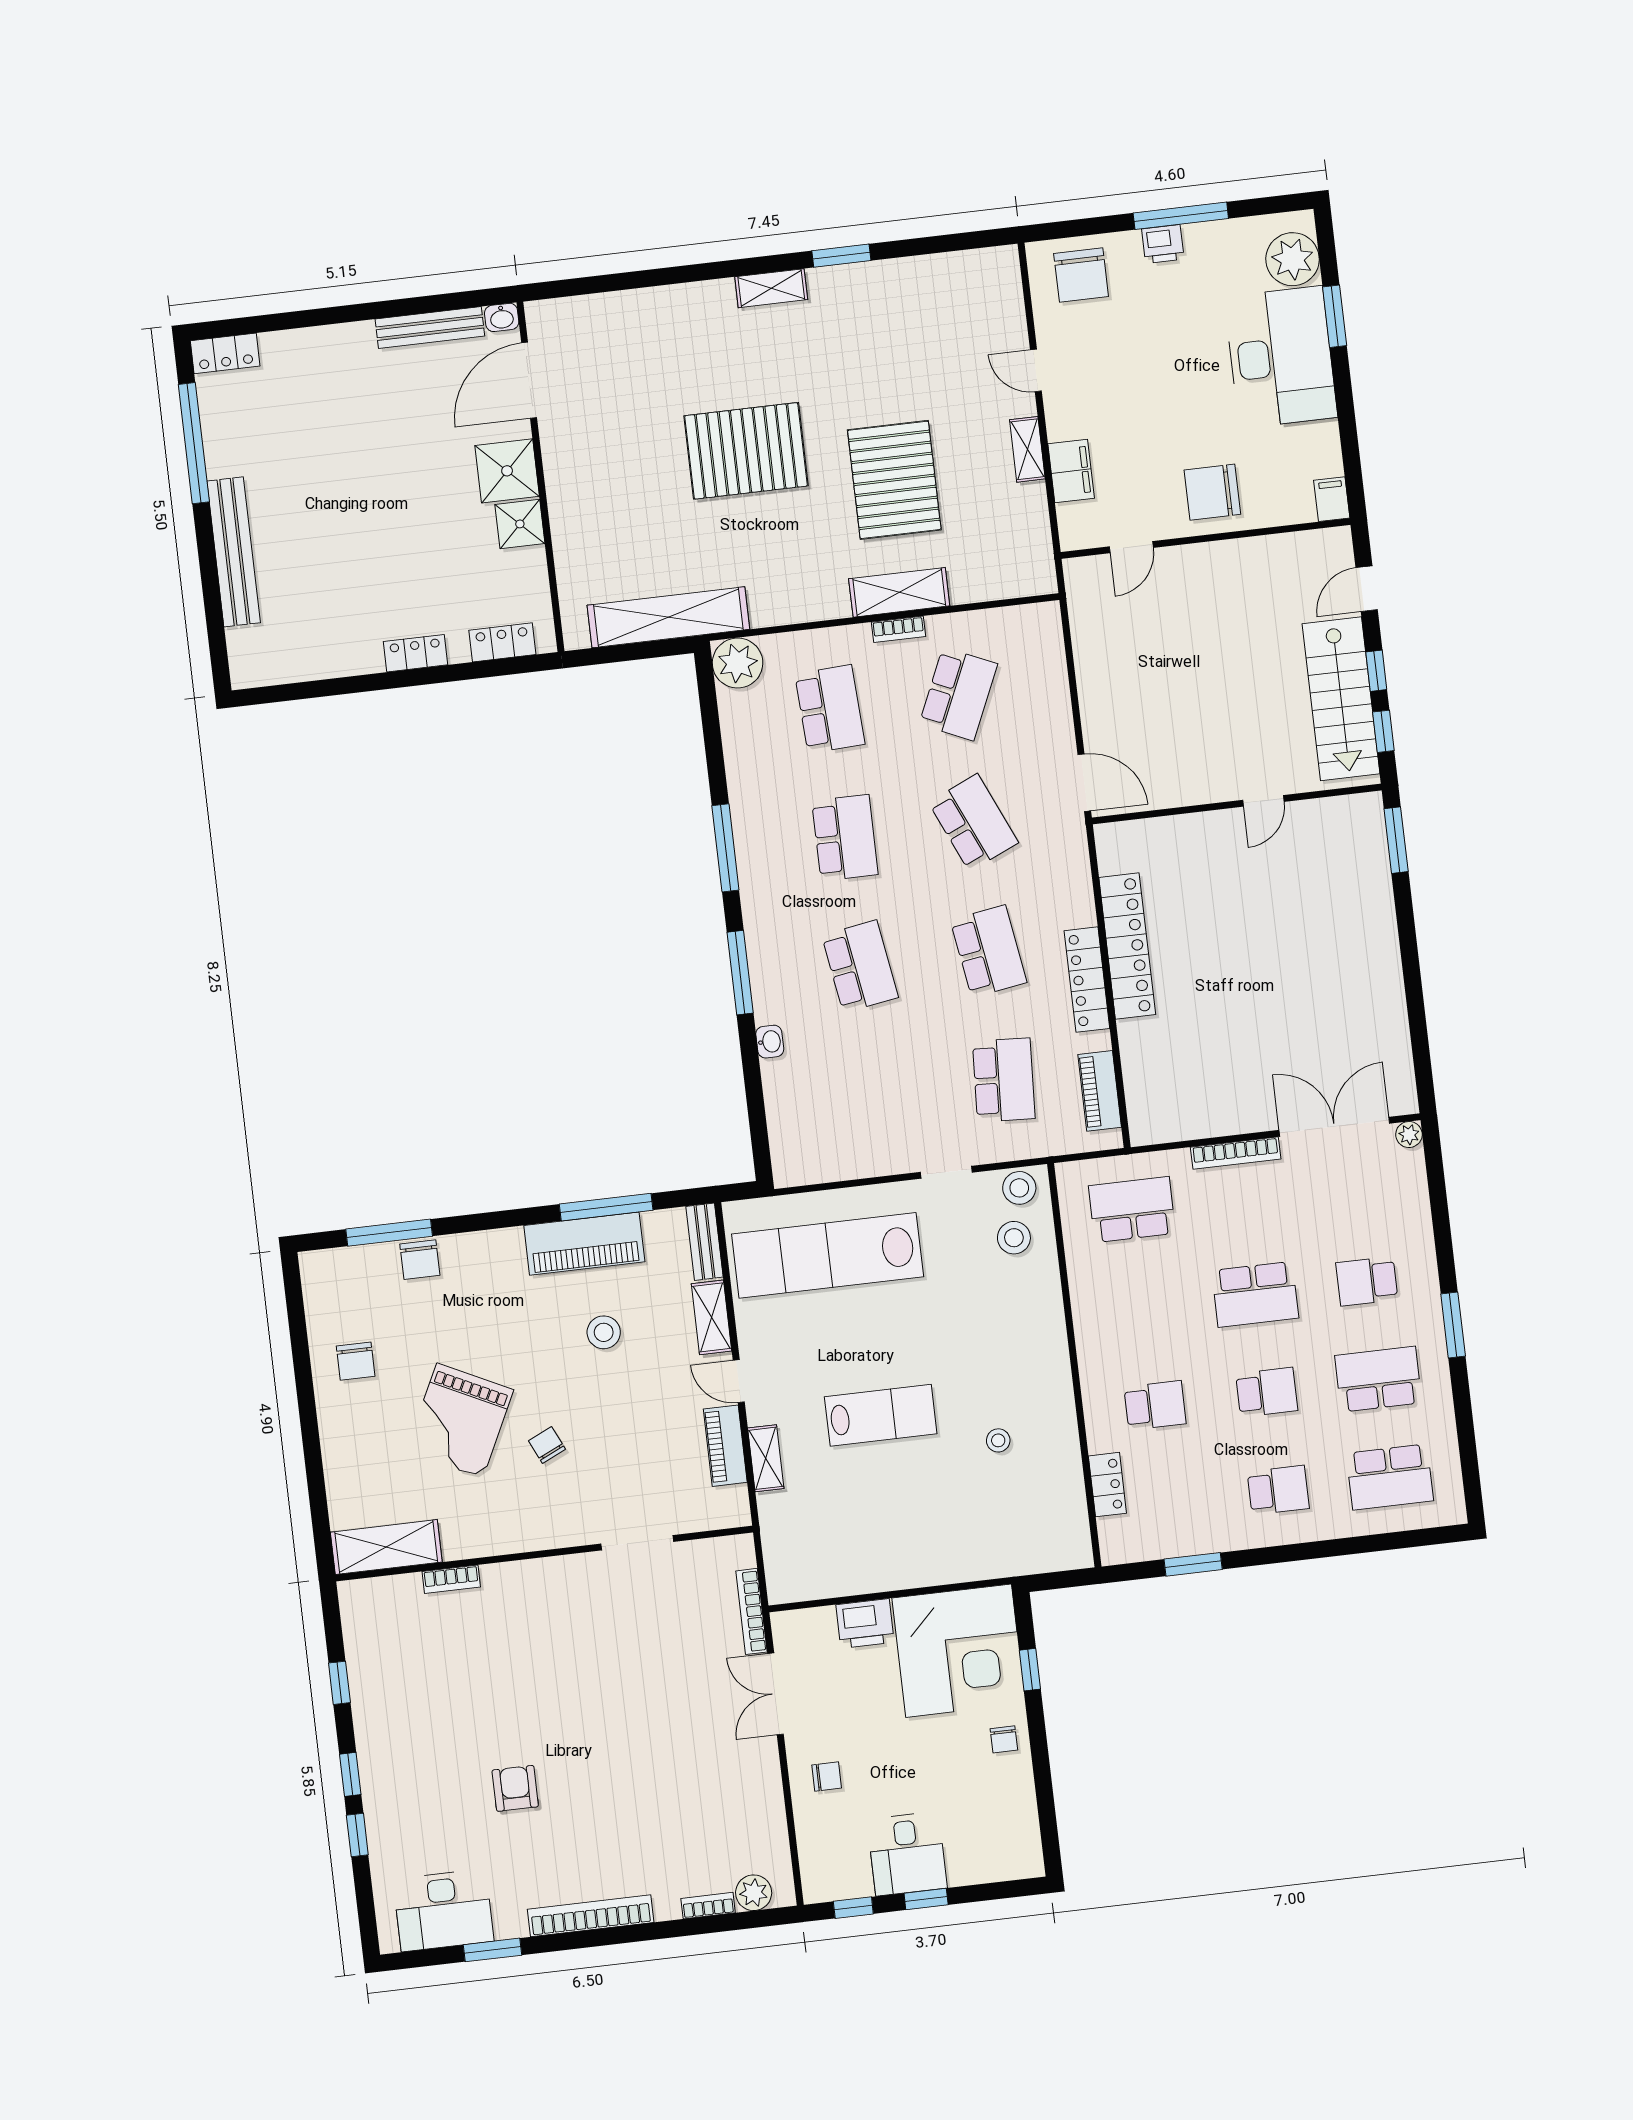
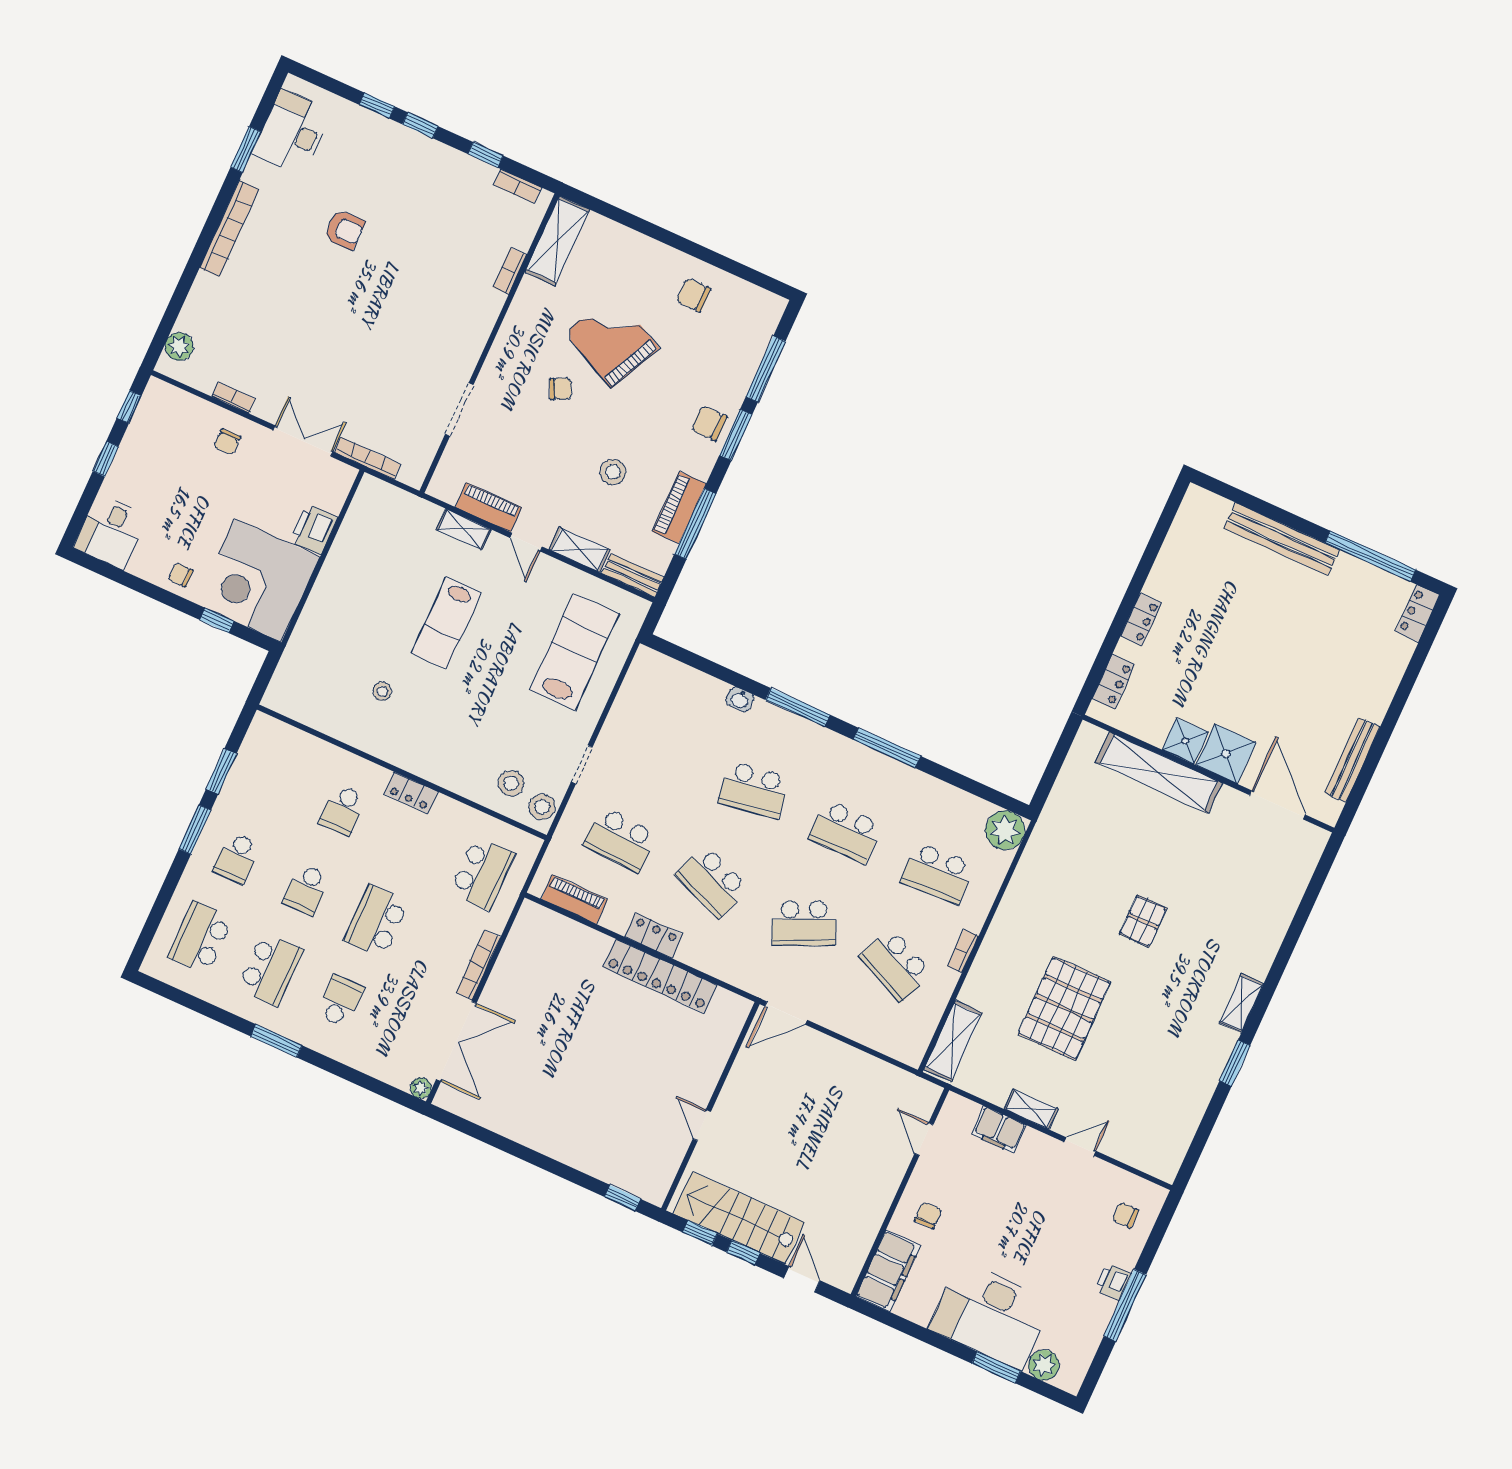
plant: (1293, 259) -> (1044, 1365), width x0.73, depth x0.73
chair: (1081, 275) -> (1125, 1215), width x0.54, depth x0.54
washbasin: (502, 317) -> (1330, 812), removed
pallet: (746, 451) -> (1143, 921), width x0.49, depth x0.50
pallet: (894, 480) -> (1064, 1008), turned 90
chair: (1212, 492) -> (928, 1215), width x0.54, depth x0.54
filing cabinet: (1332, 499) -> (888, 1271), width x3.00, depth x1.17
shelving: (899, 592) -> (953, 1041), moved
shelving: (668, 617) -> (1159, 773), moved, turned 90
window: (1396, 840) -> (622, 1198), width x0.67
school desk: (989, 951) -> (712, 882), turned 30
locker: (1087, 980) -> (654, 936), width x0.66
window: (481, 1222) -> (736, 435), added
piano: (584, 1244) -> (679, 508), width x0.73, depth x0.75
lab bench: (828, 1255) -> (574, 652), width x0.73
chair: (420, 1260) -> (709, 423), moved
door: (739, 1381) -> (526, 542), swing flipped
locker: (1107, 1485) -> (411, 793), moved
window: (1275, 1555) -> (195, 830), added
bookcase: (353, 1627) -> (517, 186), added
desk: (907, 1854) -> (110, 532), moved, turned -90
bookcase: (708, 1906) -> (234, 398), moved, turned -90

